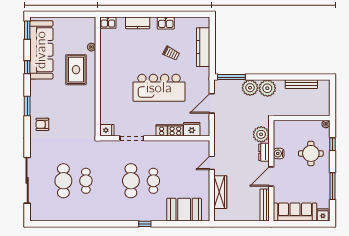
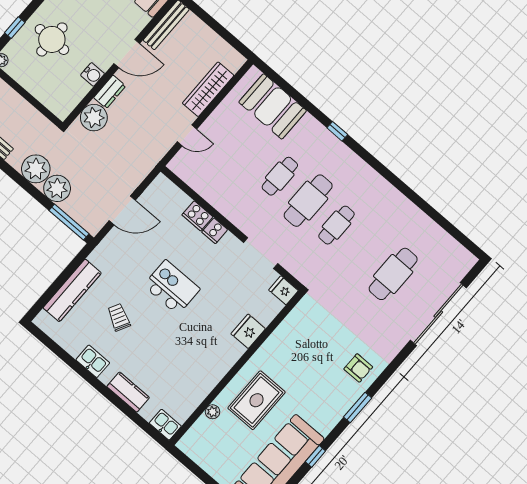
kitchen island: (159, 88) -> (172, 287), width x0.54, depth x0.78
fridge: (192, 129) -> (248, 331), moved, turned 90
cafe table: (86, 181) -> (336, 225), moved

